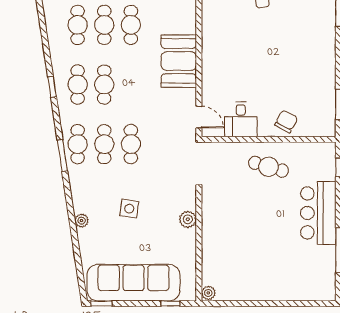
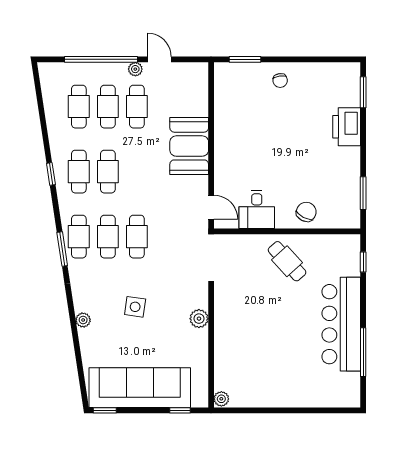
printer: (323, 43) -> (347, 127), added
cafe table: (269, 167) -> (287, 261), turned 32
bar counter: (318, 213) -> (341, 324), width x1.36

